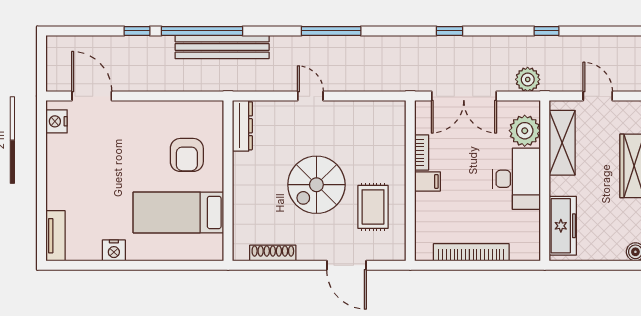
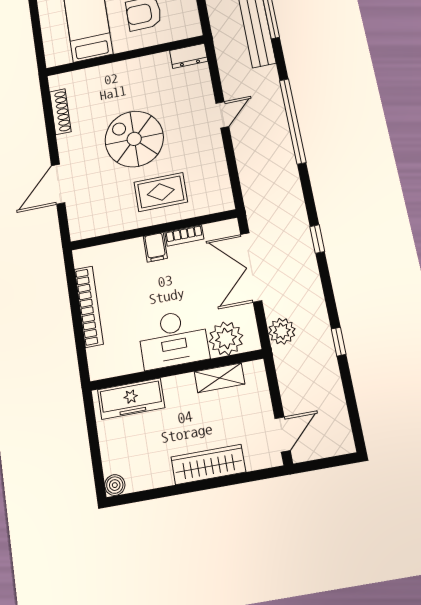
window: (331, 31) -> (293, 121), width x1.46
door: (598, 96) -> (283, 434), moved
dresser: (242, 126) -> (189, 56), width x0.70
shelving: (562, 143) -> (220, 378), width x0.67, depth x0.75
rug: (373, 207) -> (161, 192), moved

